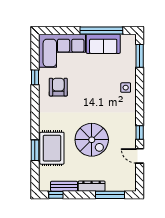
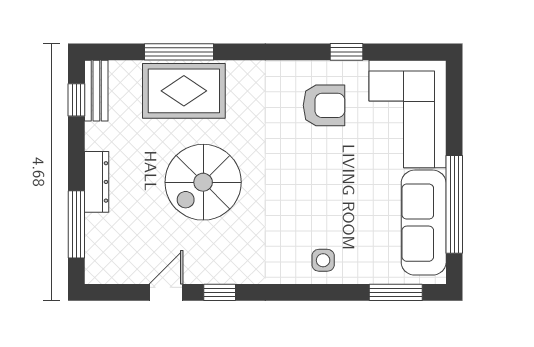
sofa: (103, 44) -> (424, 223), width x1.36
window: (35, 150) -> (179, 52), width x1.44
bench: (64, 186) -> (96, 91), moved

